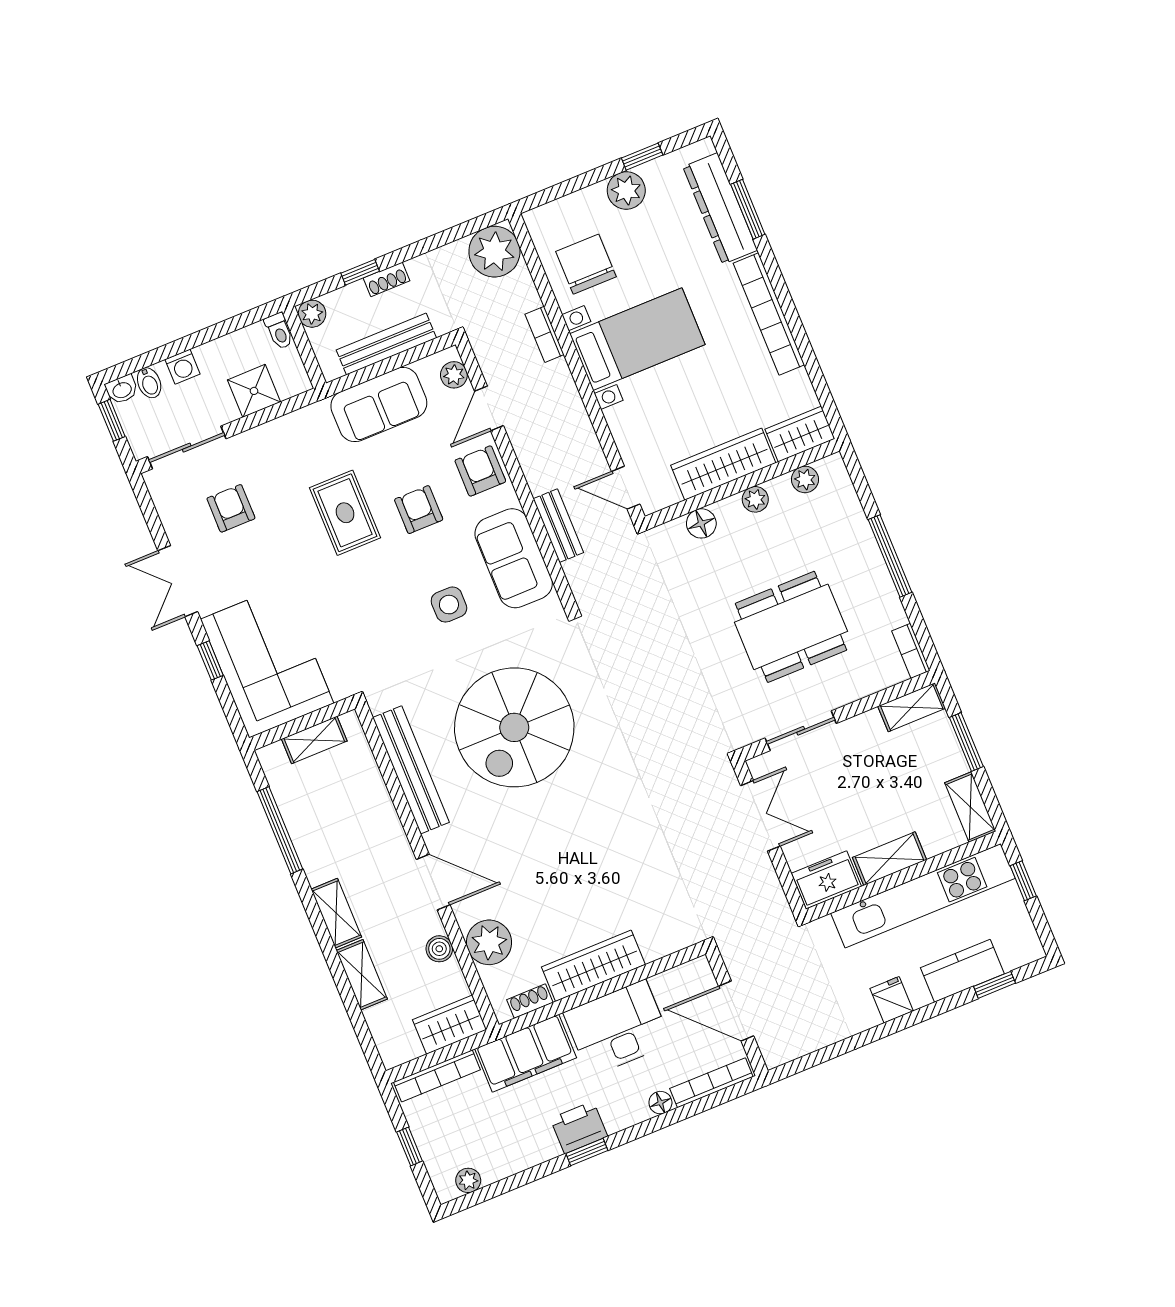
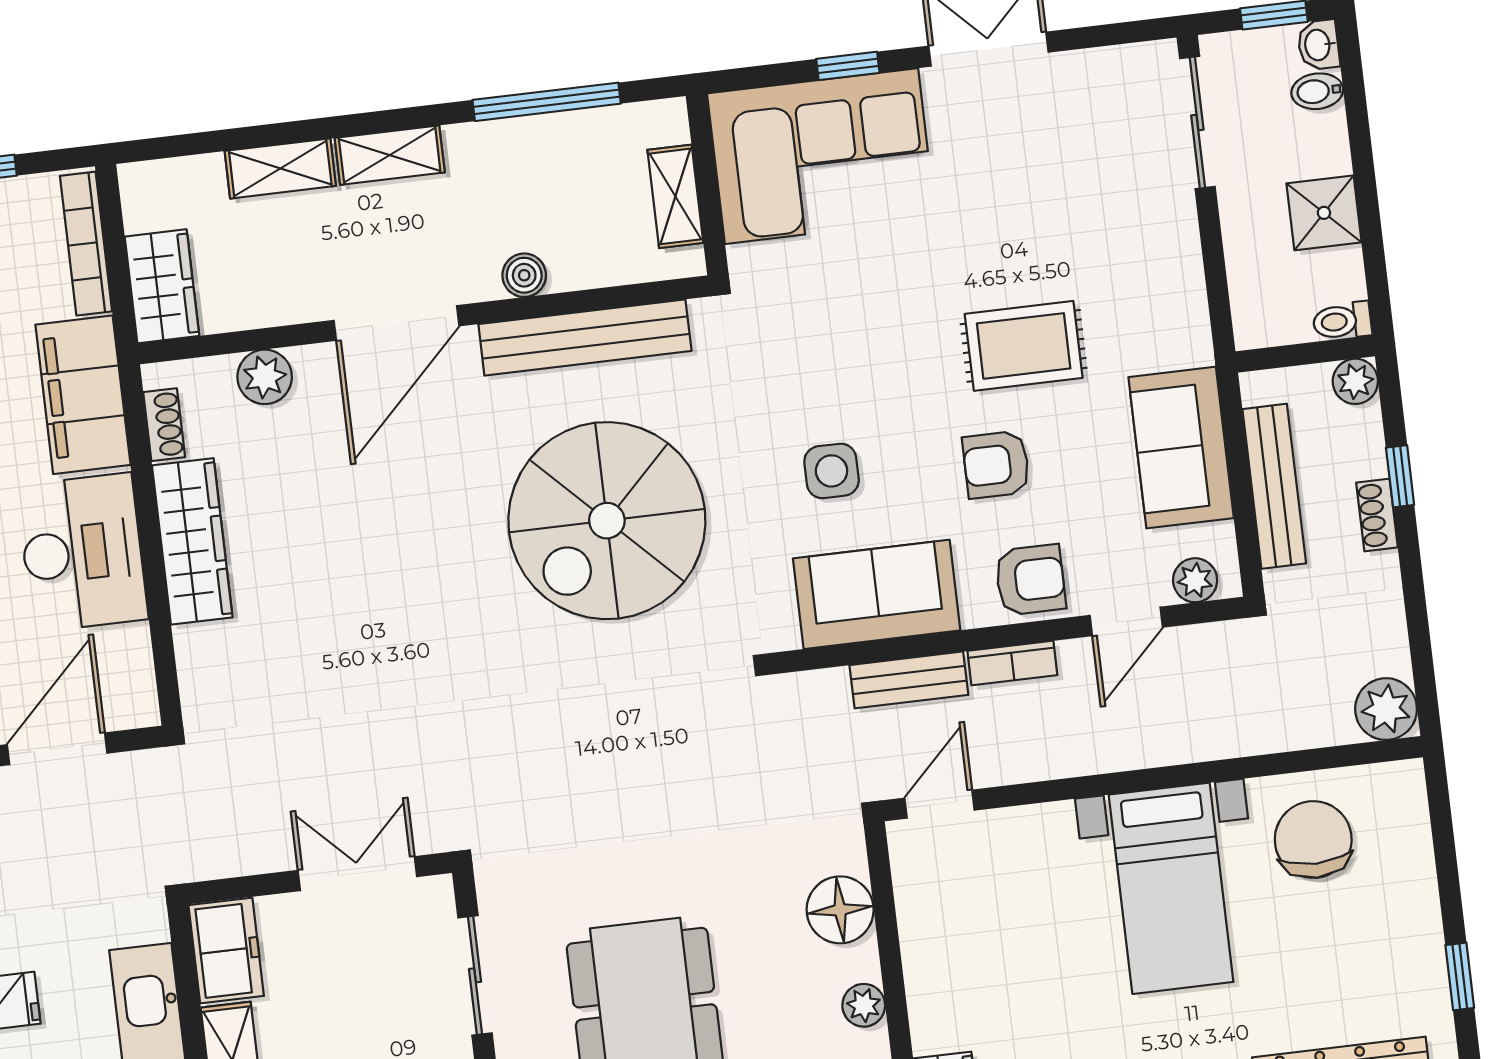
plant: (626, 190) -> (1413, 936), removed
plant: (494, 252) -> (1386, 709), width x0.73, depth x0.73
chair: (586, 264) -> (1313, 840), turned -90
bookcase: (545, 334) -> (1012, 663), moved, turned 180
washing machine: (182, 367) -> (1328, 152), removed
shower: (254, 391) -> (1324, 213), moved
door: (489, 408) -> (1126, 621), swing flipped
wardrobe: (723, 464) -> (934, 970), removed
armchair: (231, 508) -> (1081, 166), removed
armchair: (419, 510) -> (996, 465), turned 180
floor lamp: (701, 523) -> (840, 910), width x1.38, depth x1.38
spiral stairs: (514, 727) -> (607, 521), turned -90
double door: (760, 816) -> (357, 874), swing flipped
door: (433, 882) -> (396, 323), width x1.36
plant: (489, 942) -> (265, 377), width x0.73, depth x0.73
boiler: (439, 949) -> (524, 275), moved

